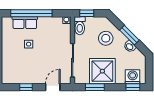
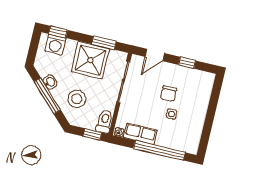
row of seats: (25, 23) -> (140, 134), moved
window: (129, 35) -> (47, 96), width x1.44
chair: (35, 59) -> (168, 94), added

